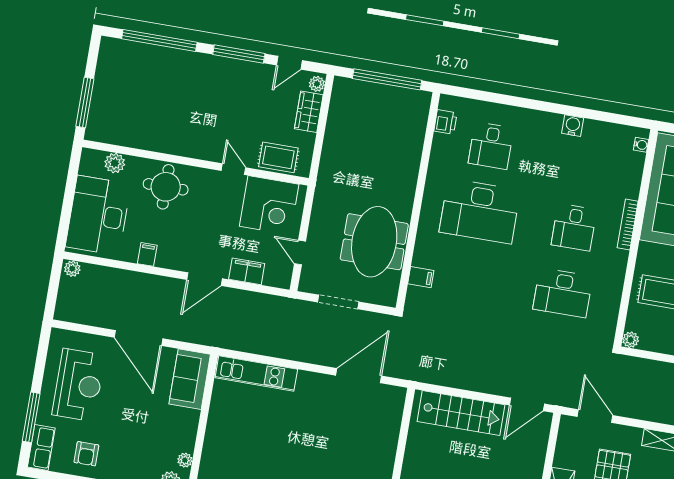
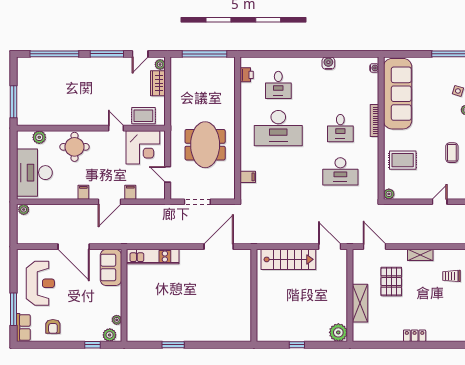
meeting table: (374, 242) -> (205, 145), moved
filing cabinet: (147, 254) -> (83, 192), moved
filing cabinet: (247, 271) -> (130, 192), width x0.50
door: (527, 404) -> (330, 247), swing flipped

